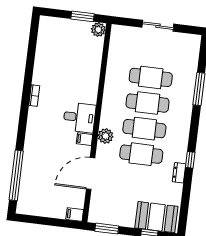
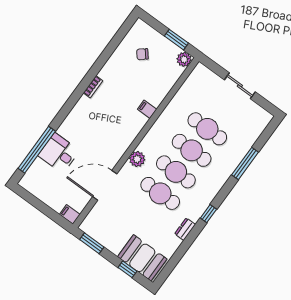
chair: (61, 45) -> (142, 54), added
desk: (79, 117) -> (59, 153), moved, turned 180
filing cabinet: (84, 139) -> (147, 109), moved
window: (190, 160) -> (208, 214), moved

